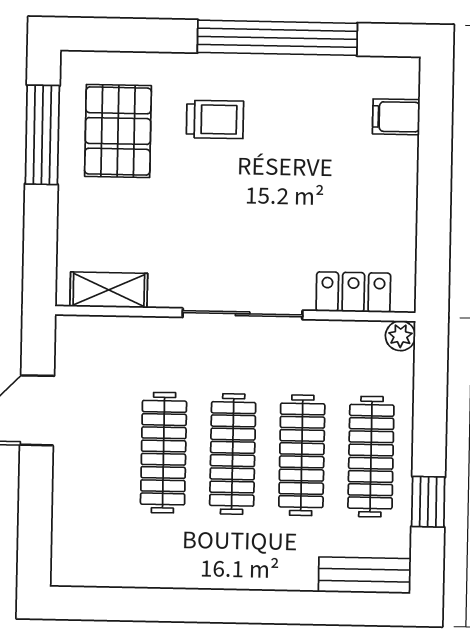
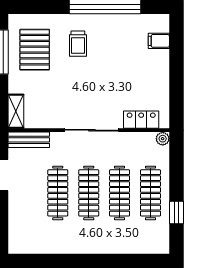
trolley: (215, 119) -> (78, 44), turned 90
shelving: (109, 290) -> (16, 111), moved, turned 90
bench: (365, 575) -> (29, 140), moved

